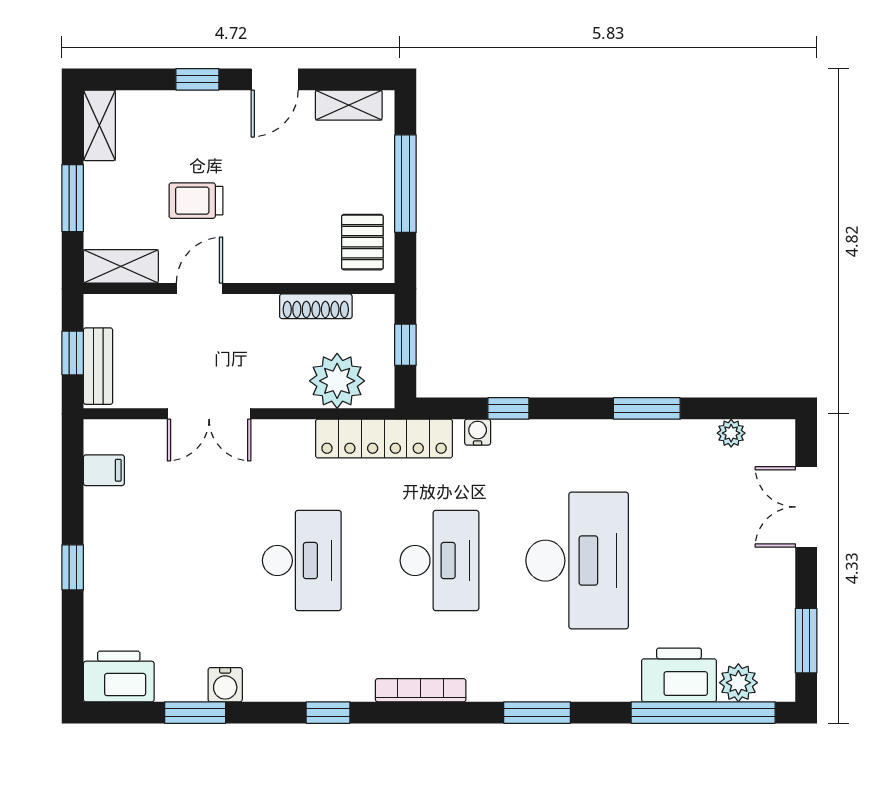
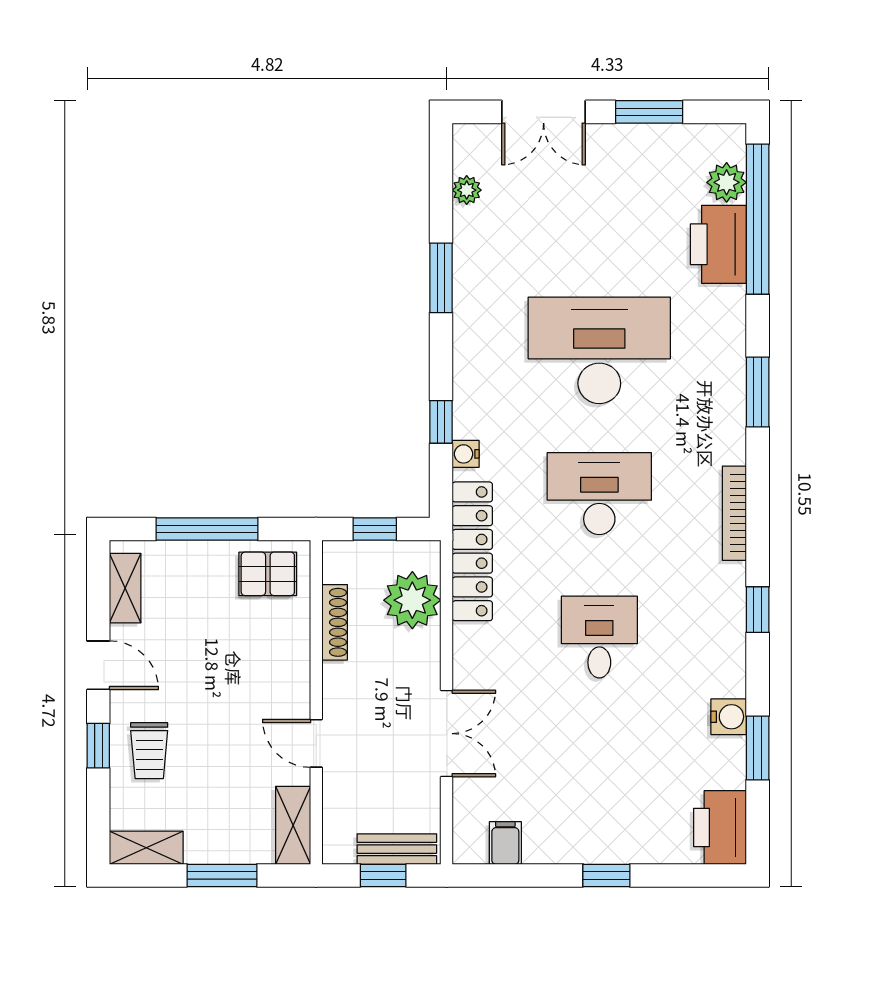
trolley: (196, 201) -> (149, 751), moved
desk: (302, 561) -> (599, 637), width x0.73
window: (806, 641) -> (649, 112), moved

